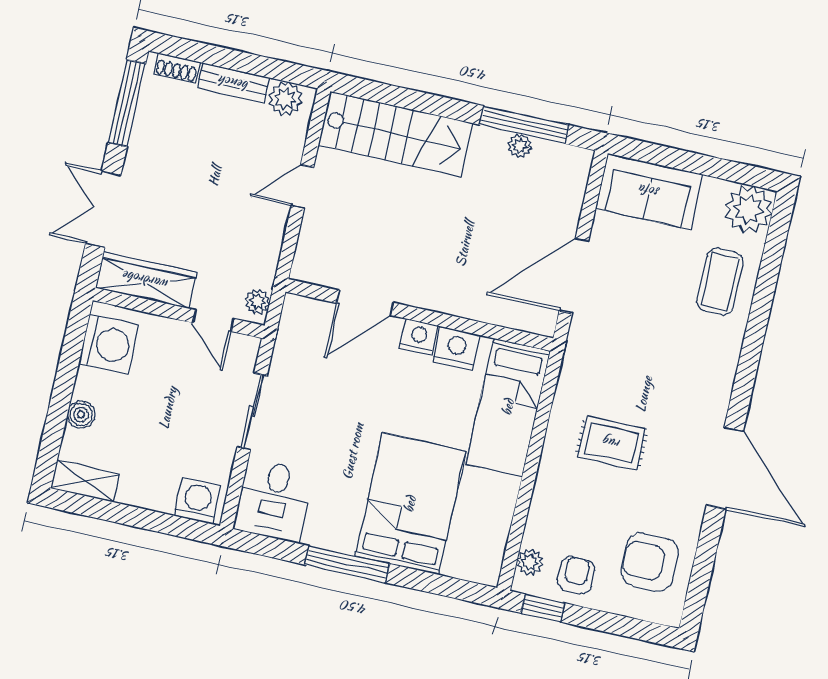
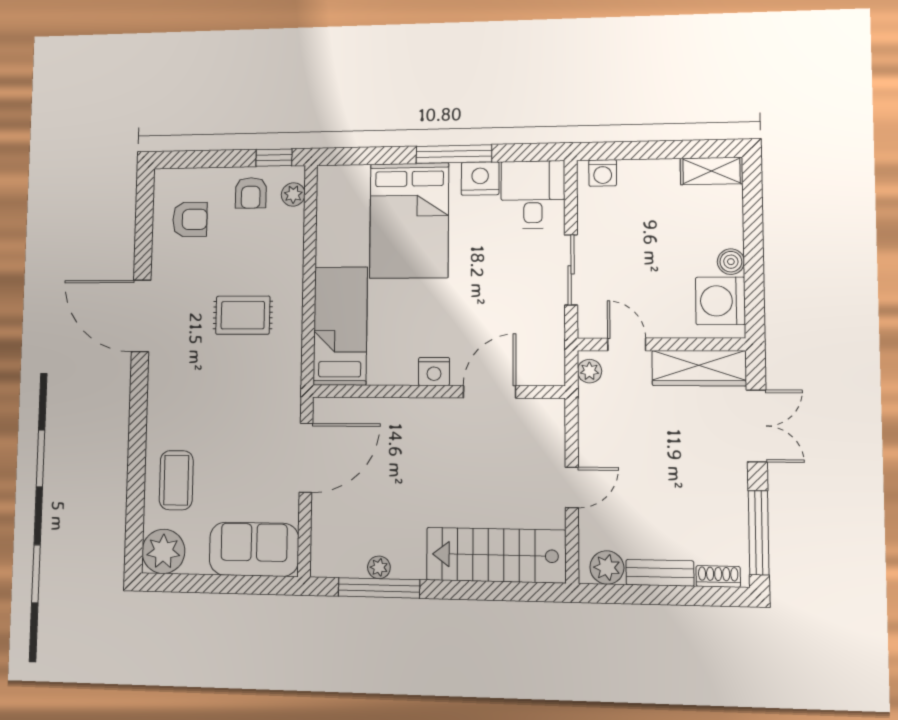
nightstand: (456, 348) -> (480, 179), moved, turned 180
boiler: (81, 415) -> (731, 262), moved
washing machine: (197, 501) -> (603, 173), width x0.73, depth x0.73
armchair: (650, 562) -> (190, 219), width x0.72, depth x0.72

